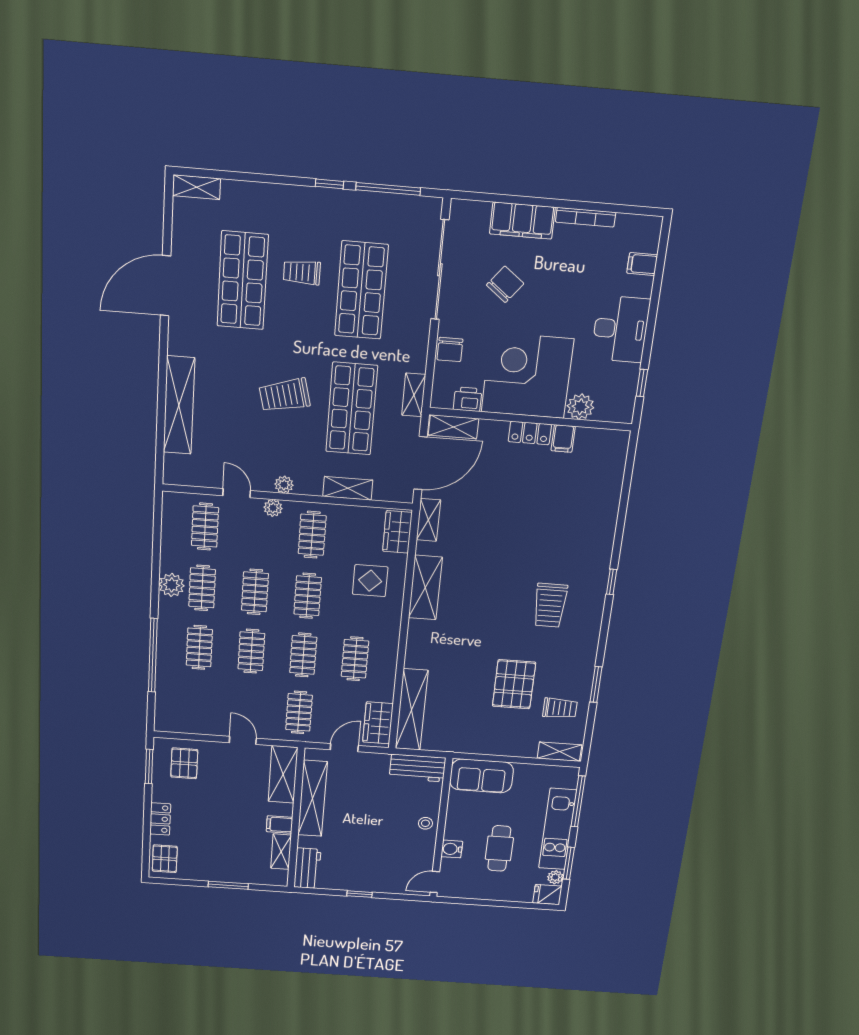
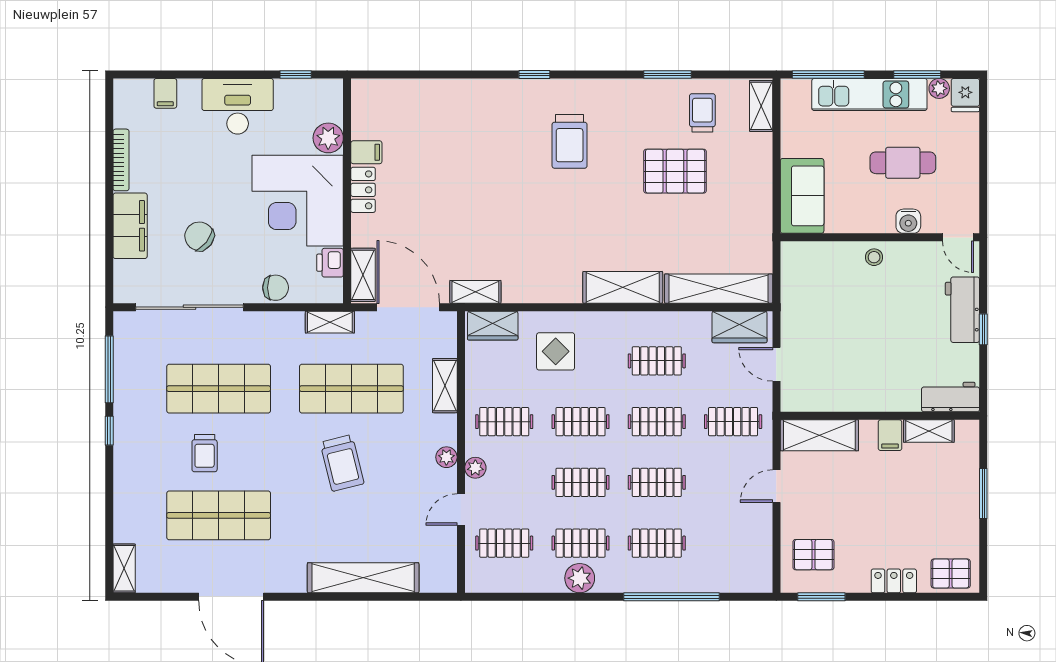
shelving: (425, 588) -> (623, 287), moved
trolley: (550, 605) -> (570, 141), turned 90
workbench: (418, 768) -> (962, 310), moved, turned 180
shelving: (313, 798) -> (850, 397), removed

